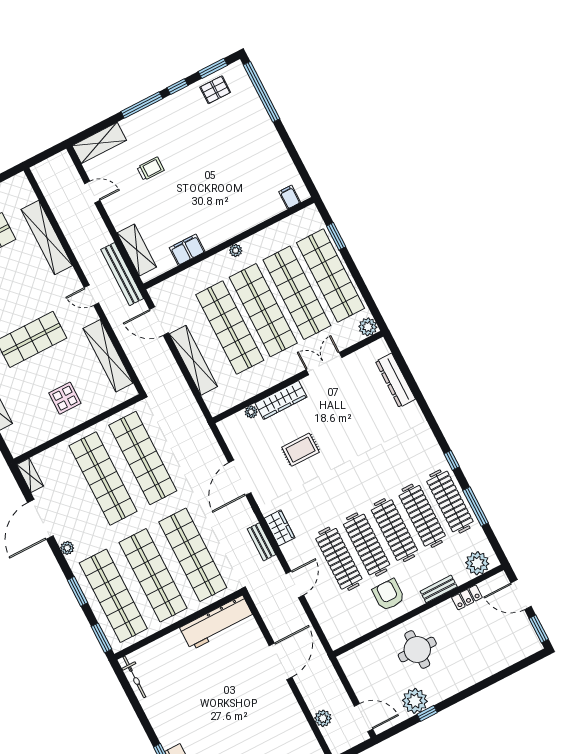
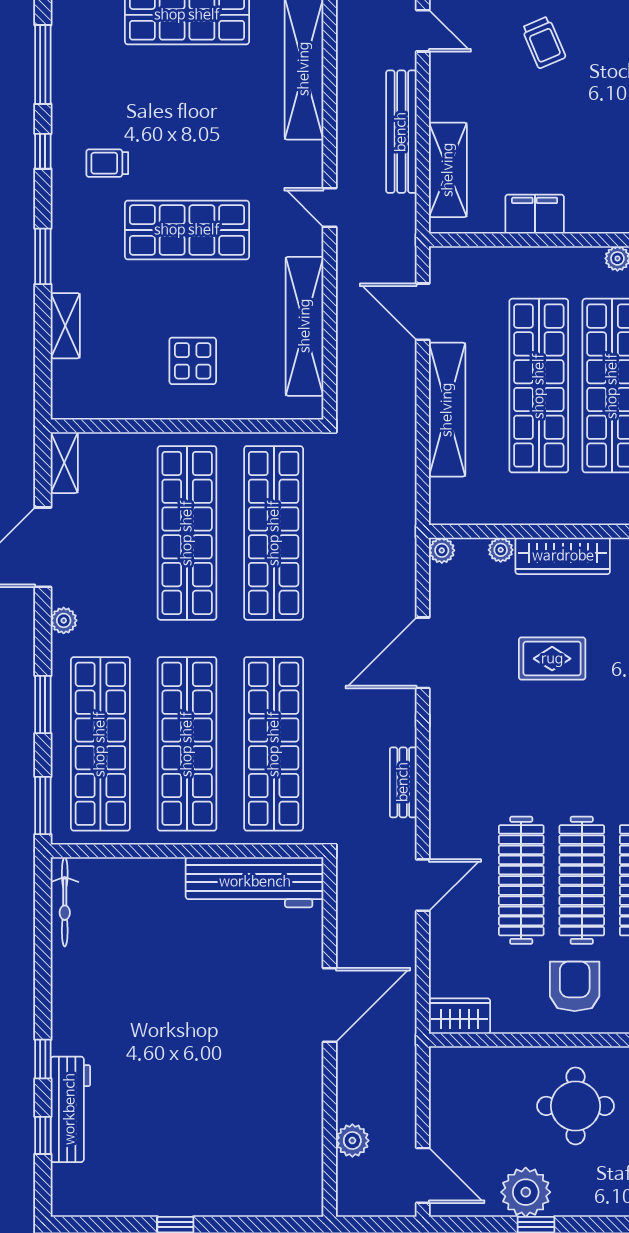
trolley: (151, 169) -> (544, 42), turned 67
bench: (122, 274) -> (401, 132), moved
plant: (224, 426) -> (442, 550), added
wardrobe: (280, 528) -> (460, 1016), moved, turned -90

